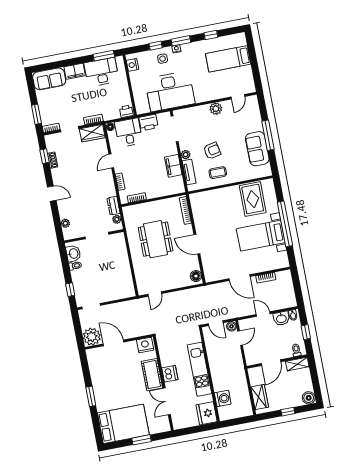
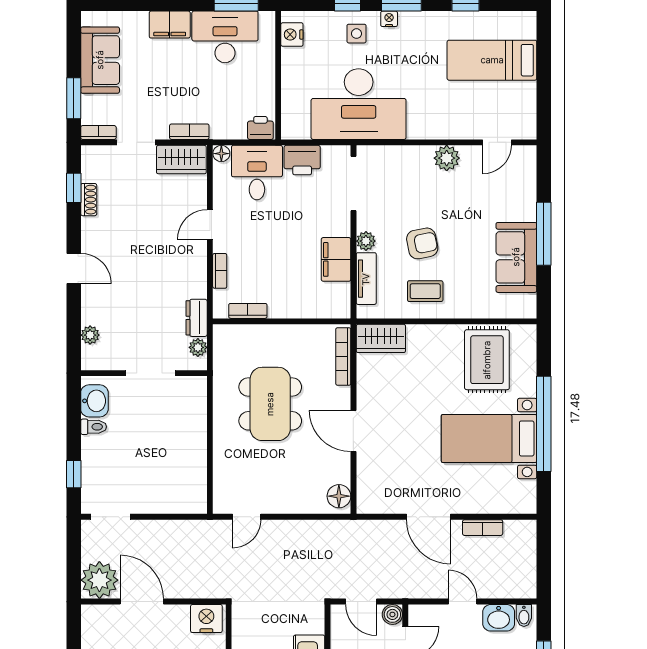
sofa: (49, 79) -> (100, 60), moved, turned -90
wardrobe: (201, 199) -> (381, 338), added

